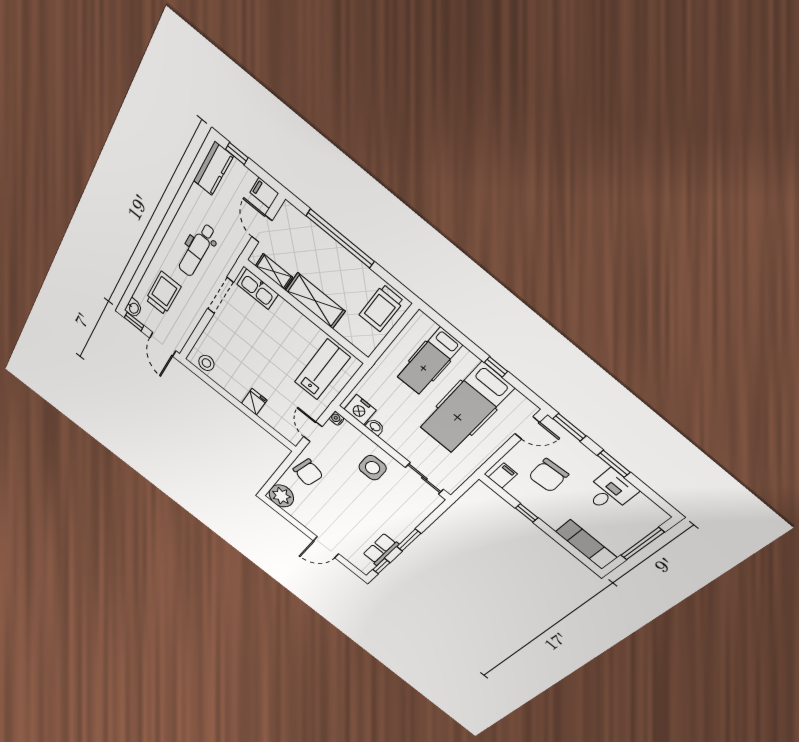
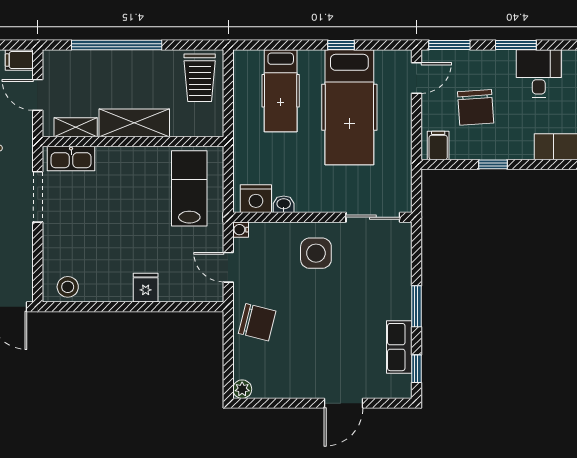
plant: (281, 496) -> (242, 389), width x0.53, depth x0.53

